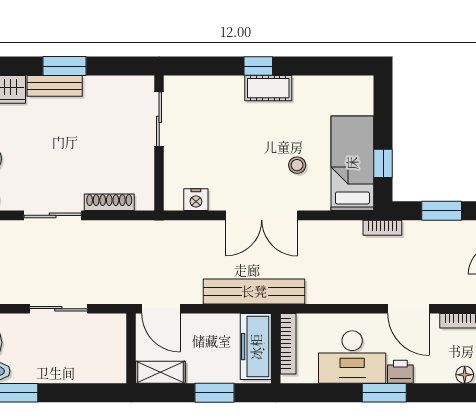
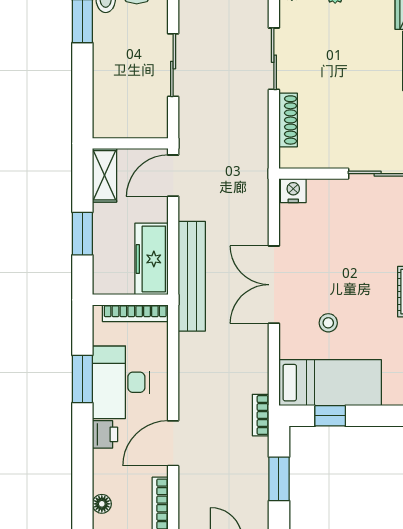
nightstand: (196, 200) -> (293, 191), moved, turned 90
freezer: (256, 347) -> (151, 259), moved, turned -90
window: (384, 393) -> (82, 379), moved

